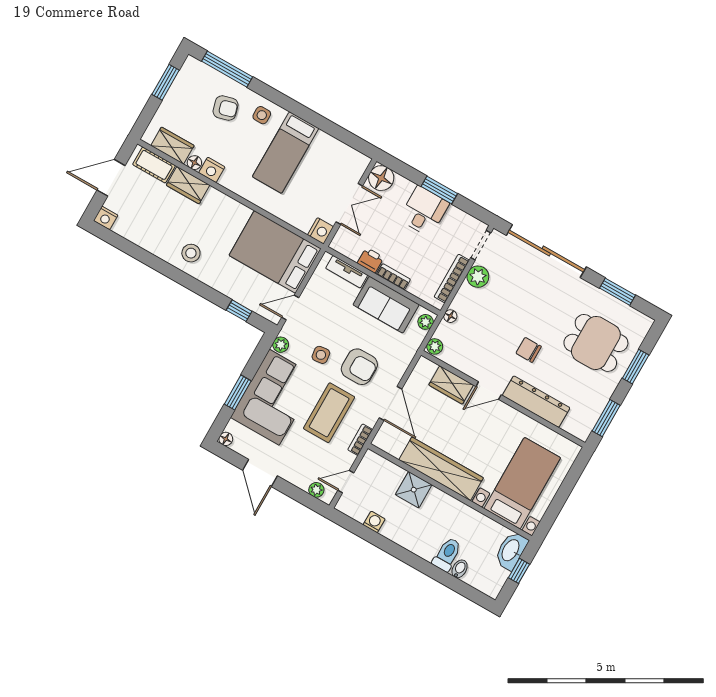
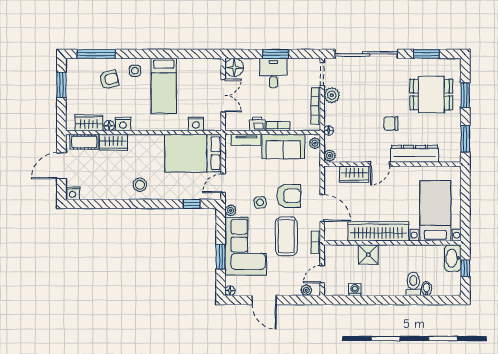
nightstand: (320, 231) -> (196, 124), moved, turned 90

